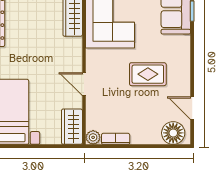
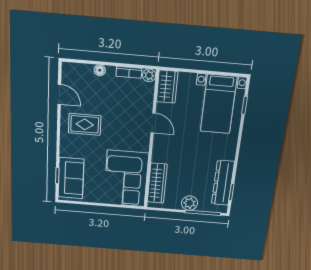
rug: (148, 74) -> (85, 124), moved
floor lamp: (173, 133) -> (100, 70), moved, width x0.53, depth x0.53

